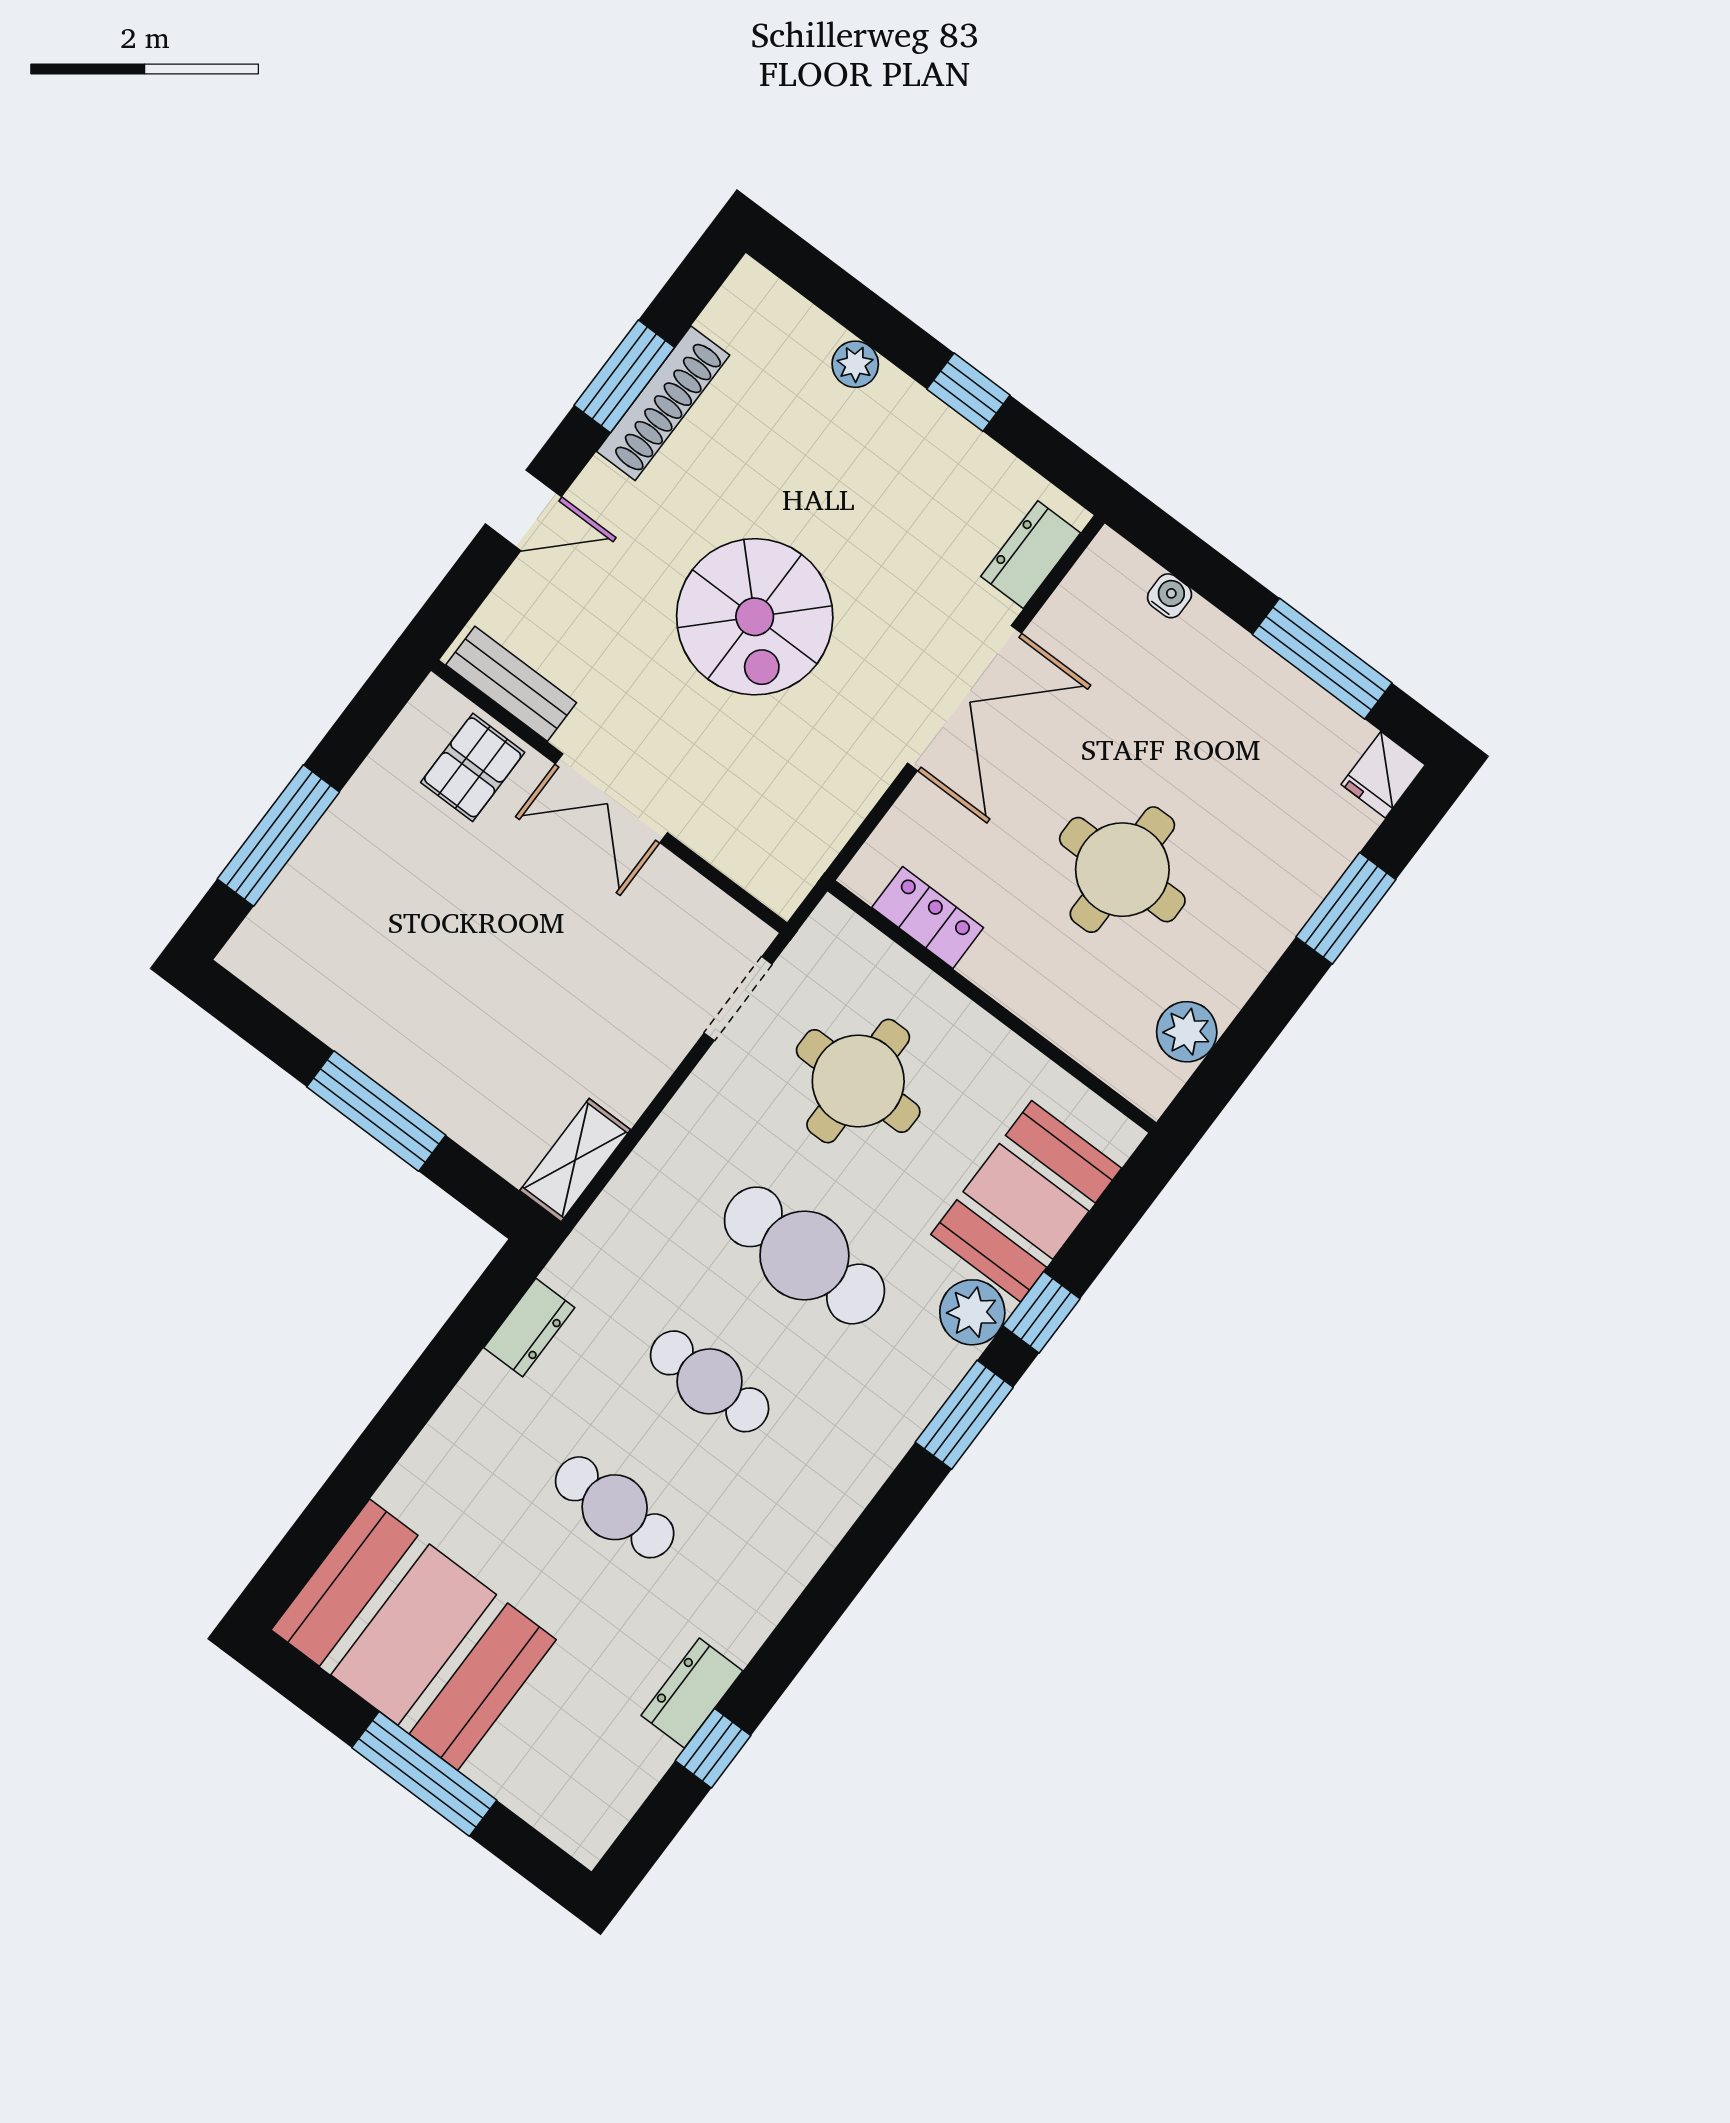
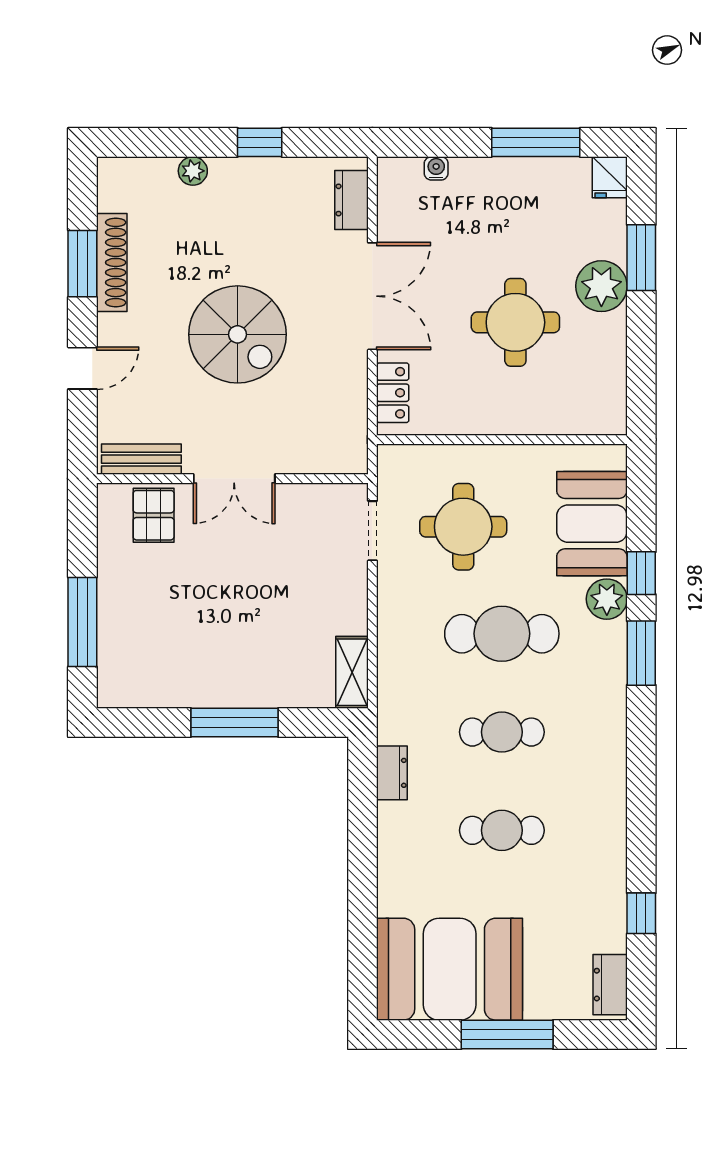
locker: (928, 918) -> (393, 393), moved, turned 90
plant: (1187, 1032) -> (601, 286), moved, width x1.36, depth x1.36
dresser: (692, 1693) -> (610, 985), moved

